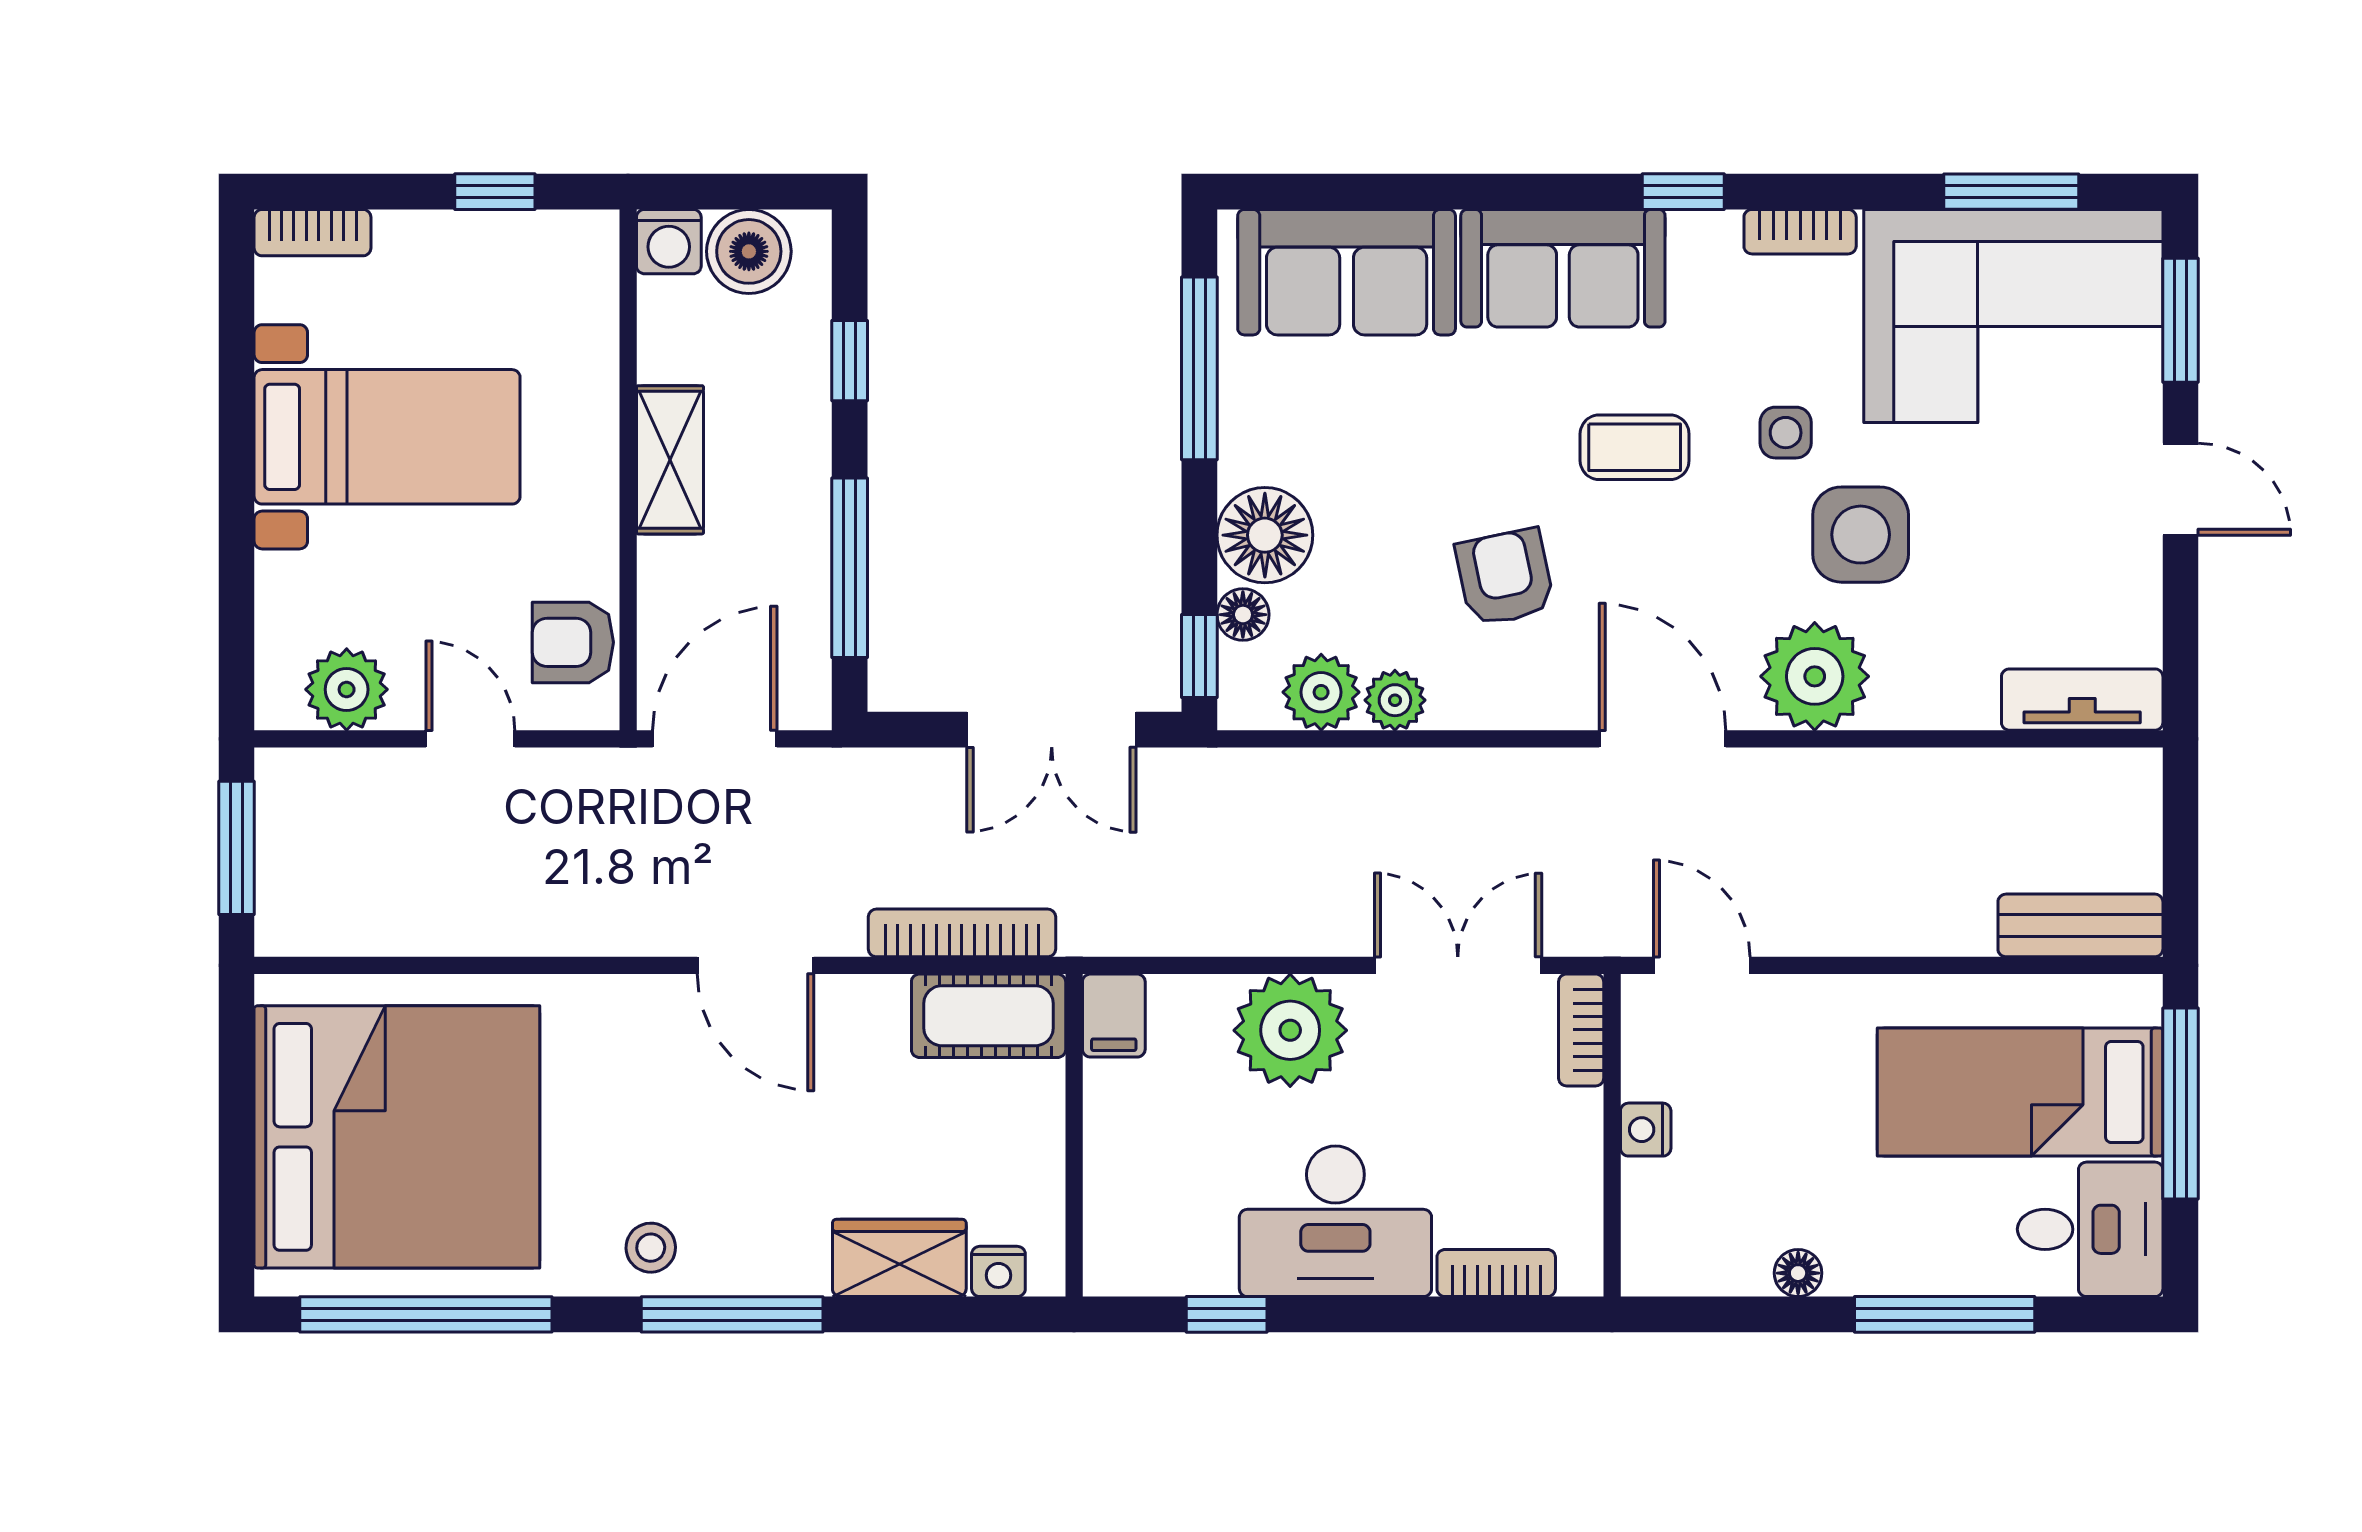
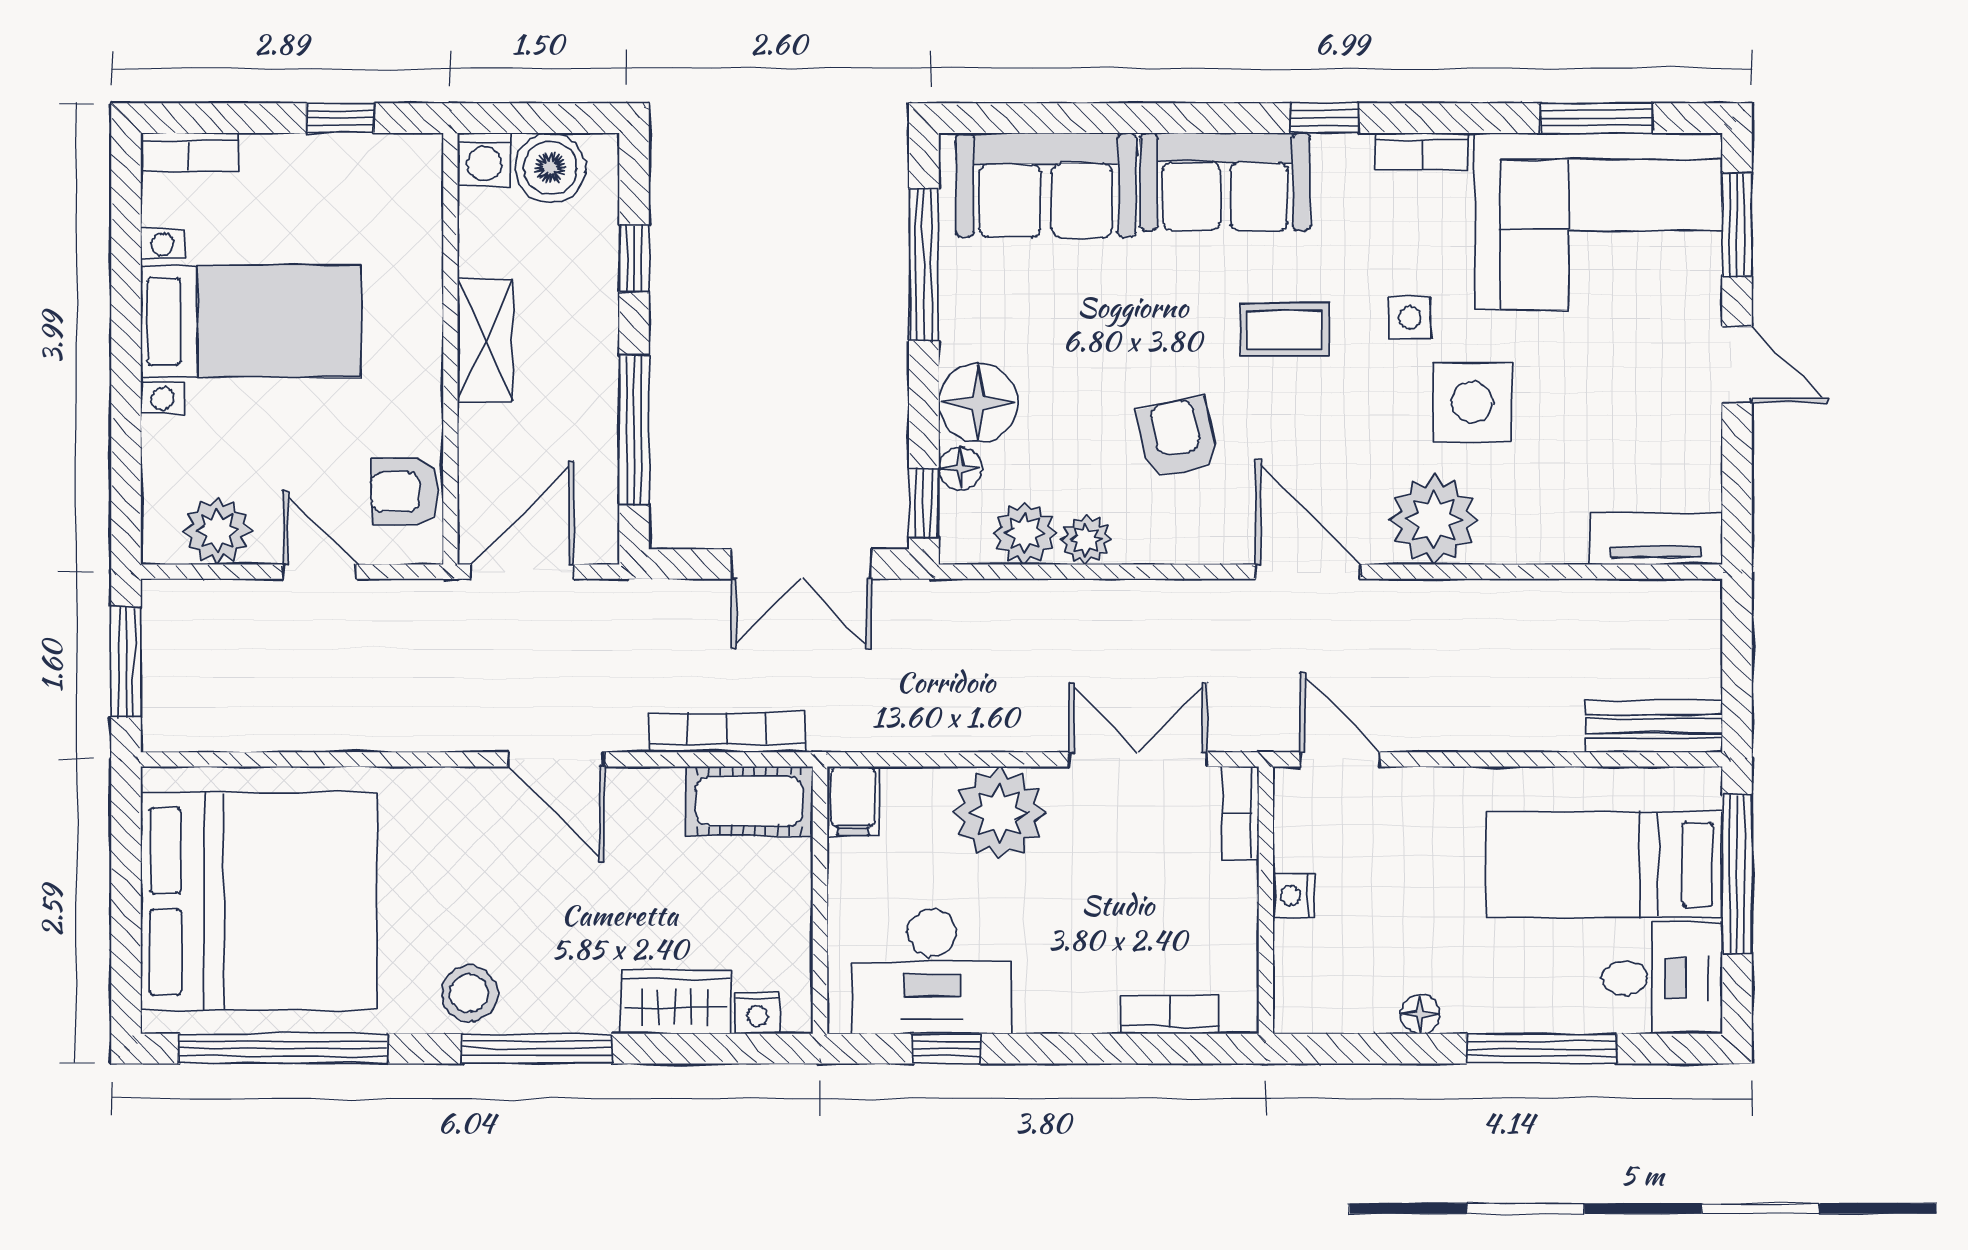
desk: (1335, 1221) -> (932, 971), moved
stool: (651, 1248) -> (469, 993), width x1.37, depth x1.37

